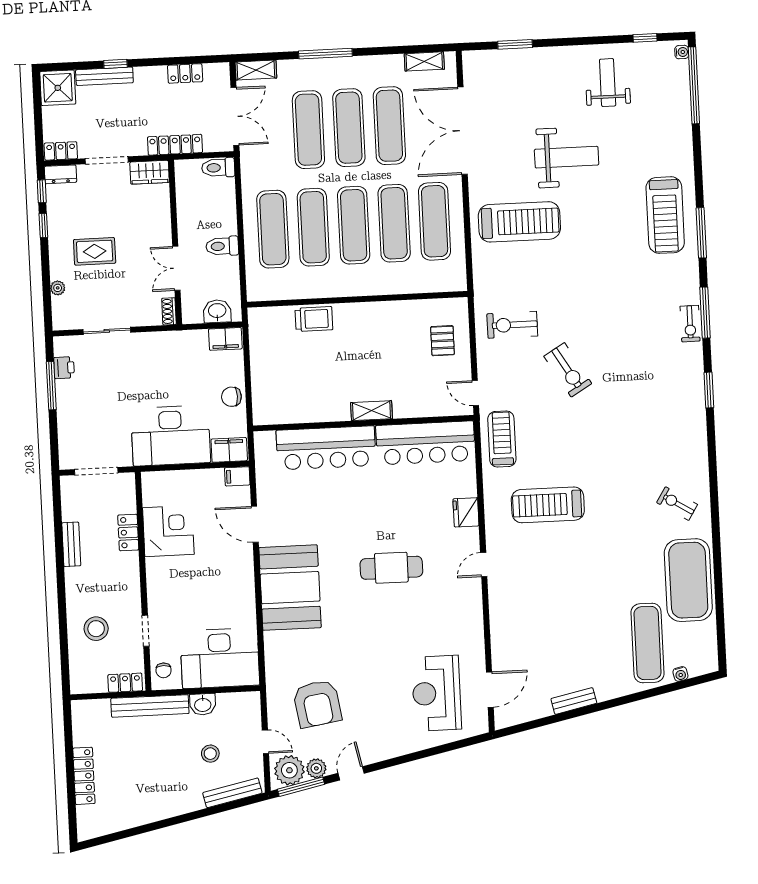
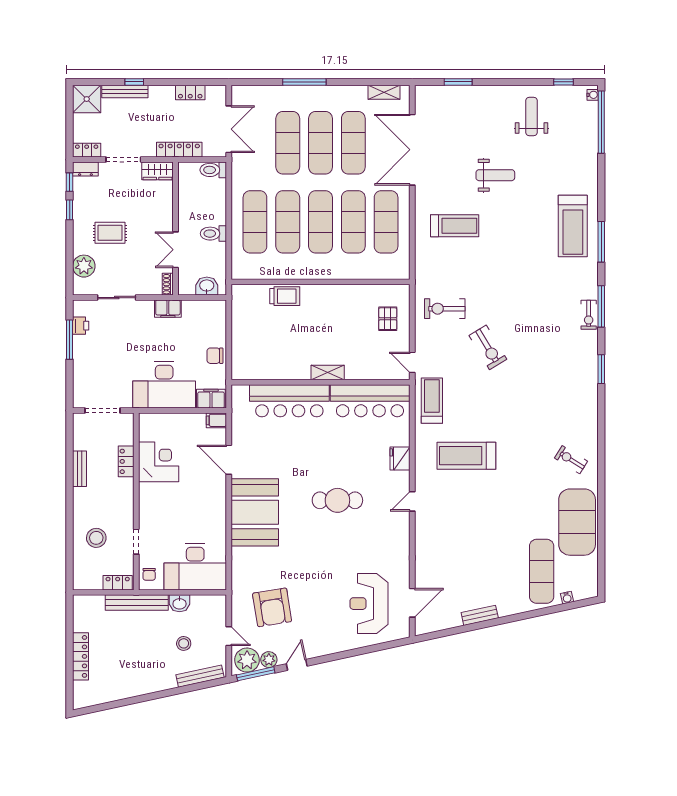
shelving: (256, 70) -> (248, 92), removed
weight bench: (567, 157) -> (495, 175), width x0.73, depth x0.75
treadmill: (519, 222) -> (455, 226), width x0.73, depth x0.73
plant: (58, 288) -> (84, 266), width x1.87, depth x1.87
filing cabinet: (225, 339) -> (168, 309), moved

